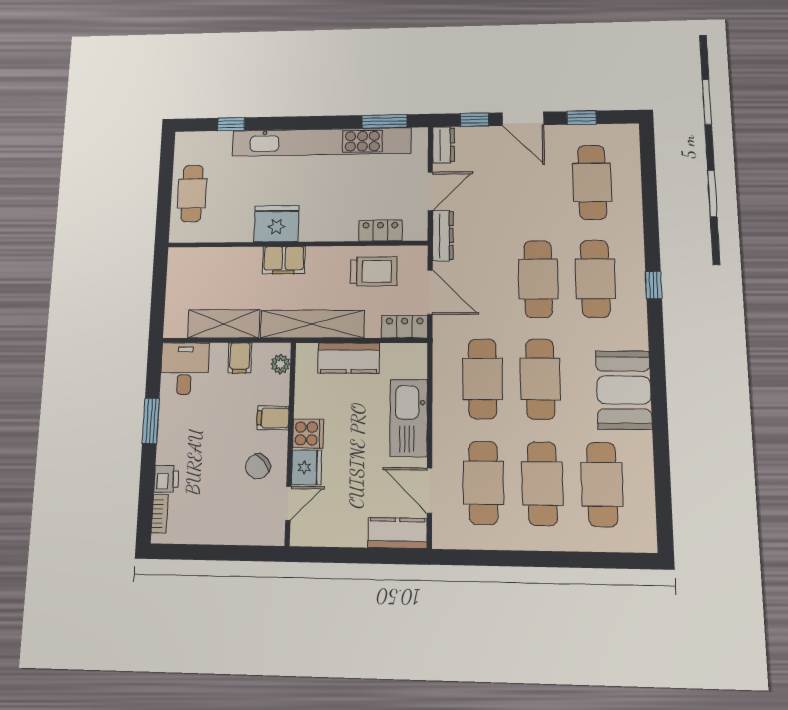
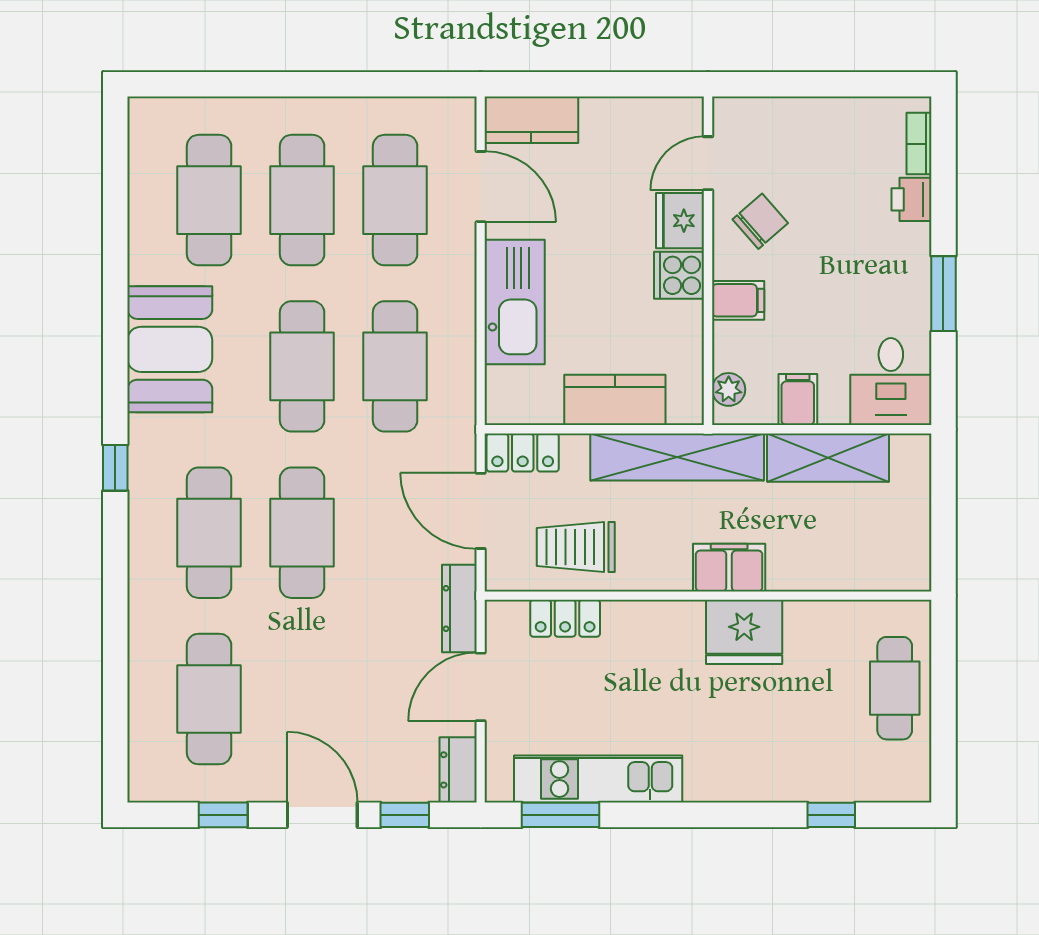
kitchen unit: (321, 142) -> (598, 779), width x0.54
window: (654, 285) -> (115, 468), moved

